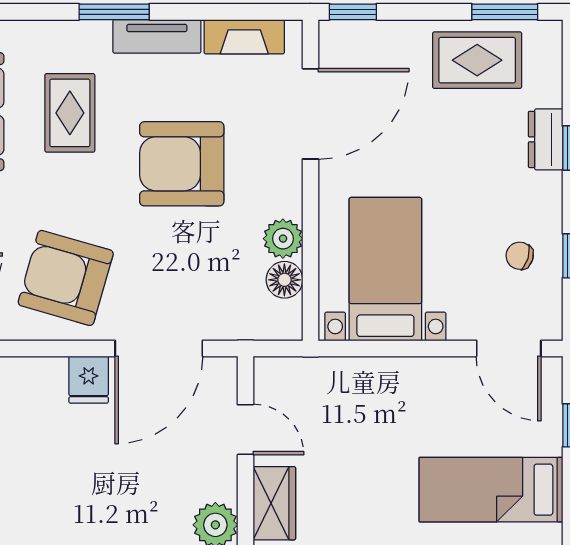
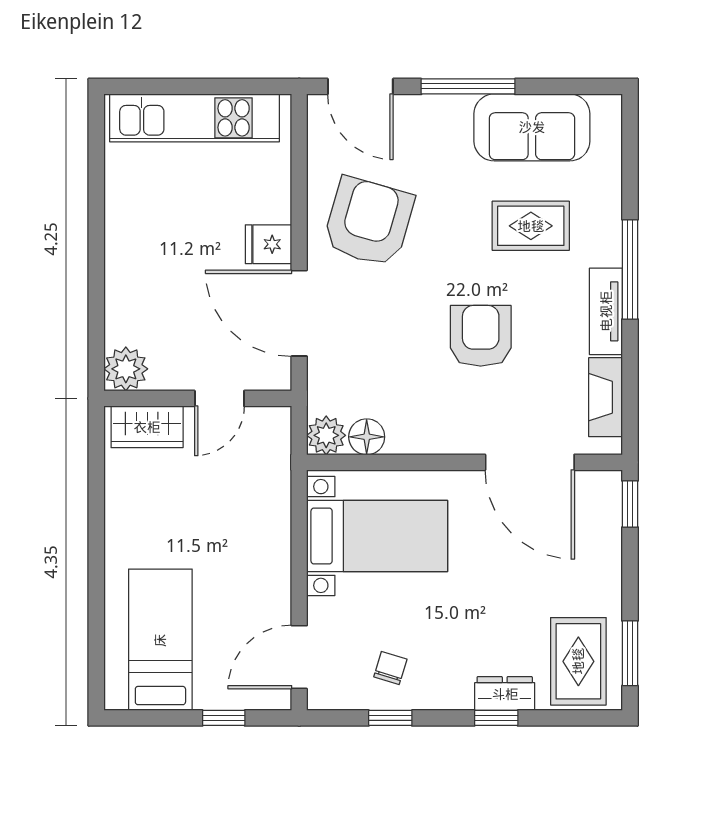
window: (114, 12) -> (630, 269), width x1.44
rug: (477, 60) -> (578, 661), moved
armchair: (182, 164) -> (481, 336), width x0.73, depth x0.73
plant: (283, 239) -> (326, 435), moved

